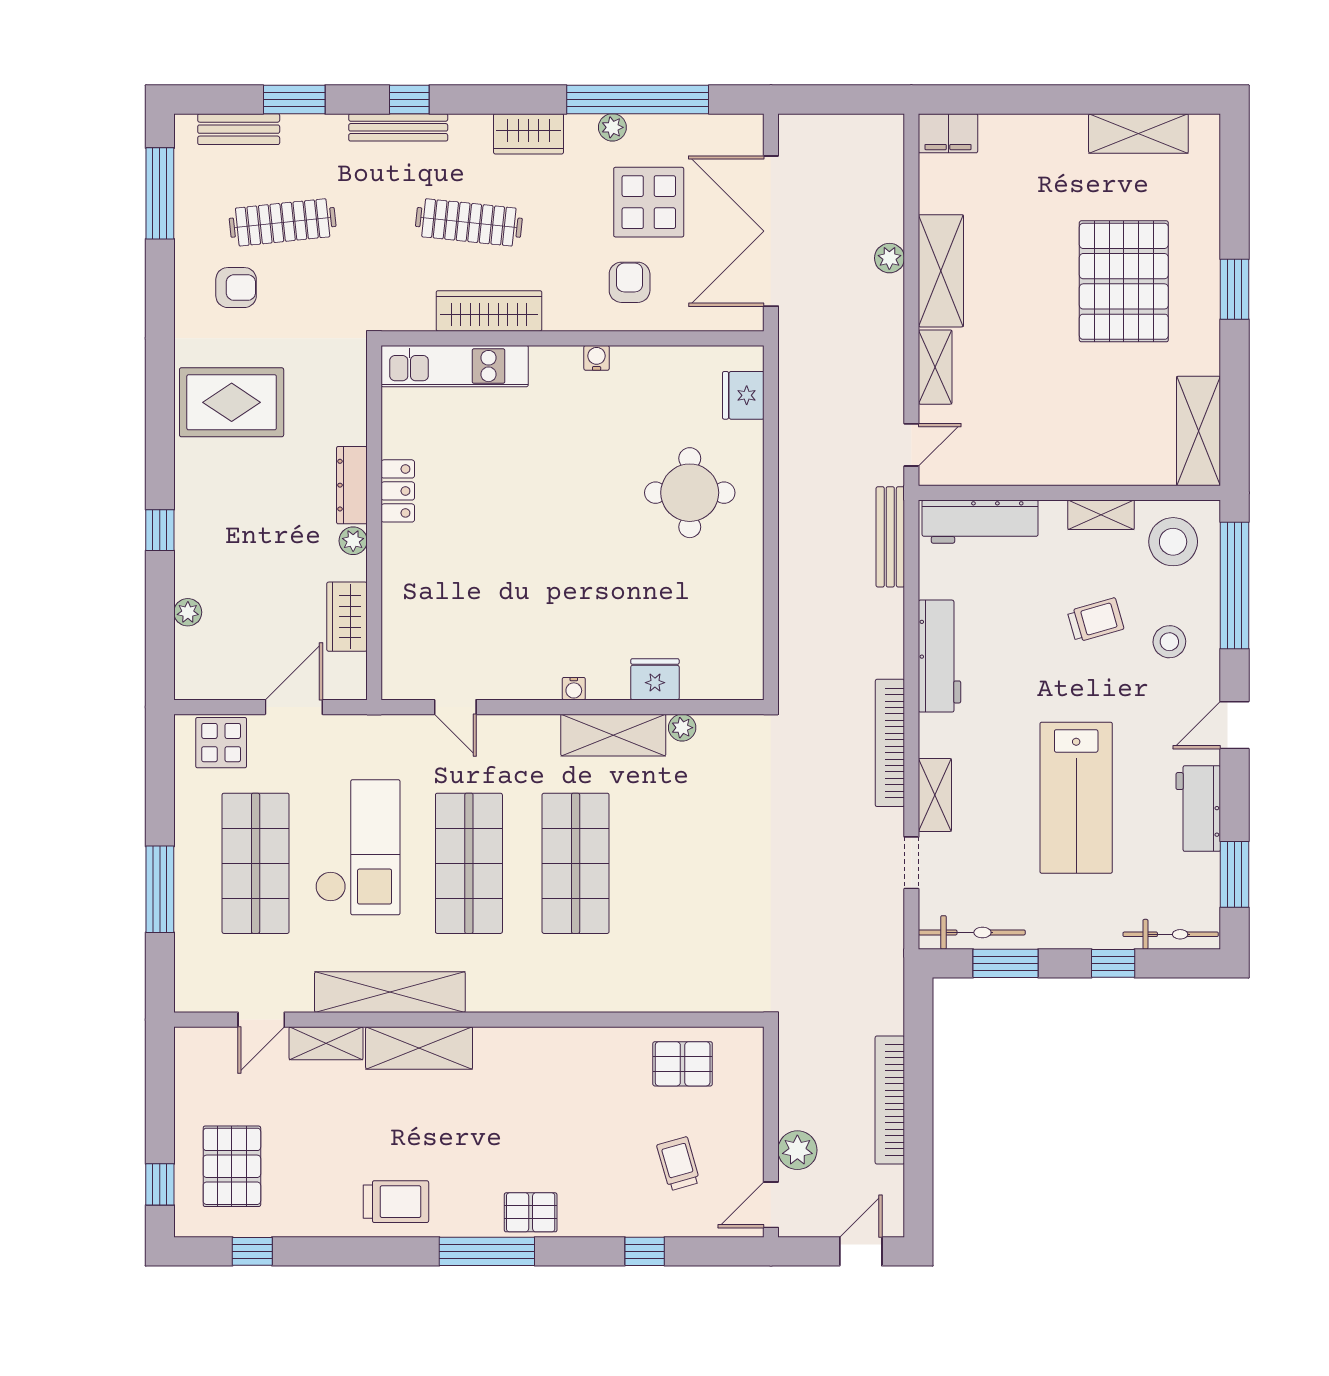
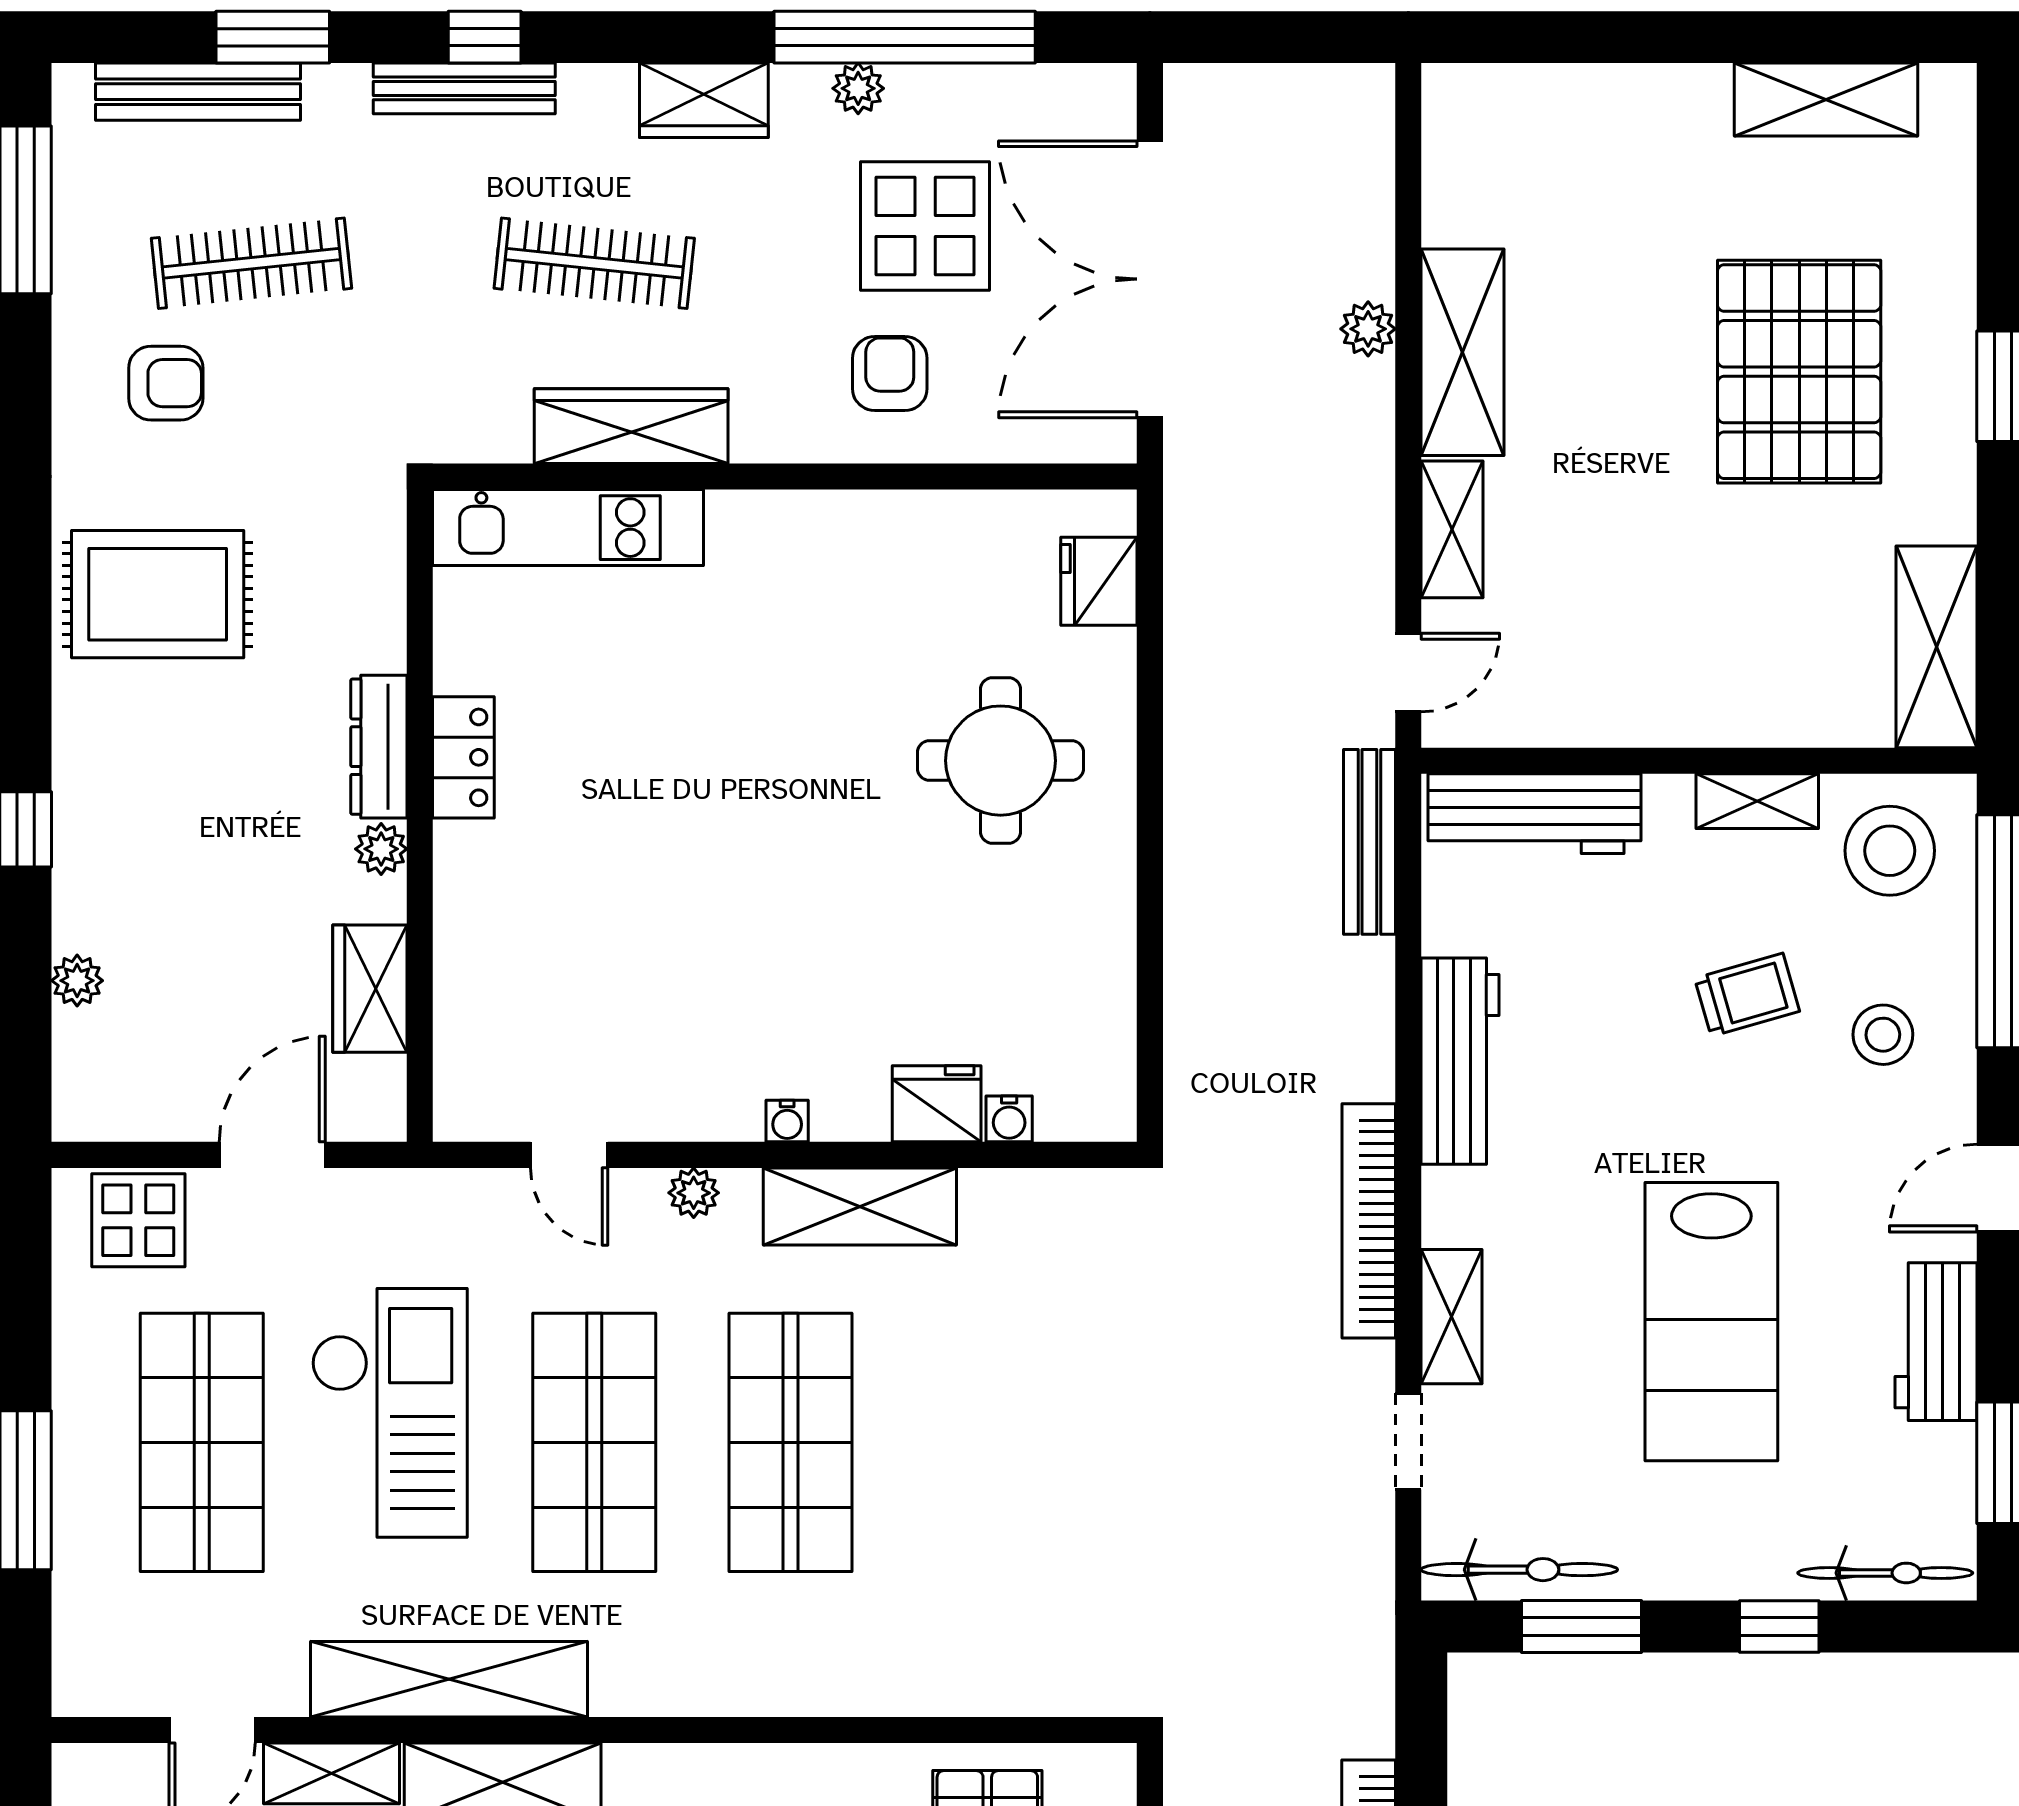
bench: (239, 129) -> (198, 92), width x1.36
filing cabinet: (948, 133) -> (1476, 99), removed
water cooler: (597, 358) -> (1009, 1119), moved, turned 180
plant: (682, 728) -> (694, 1193), moved

